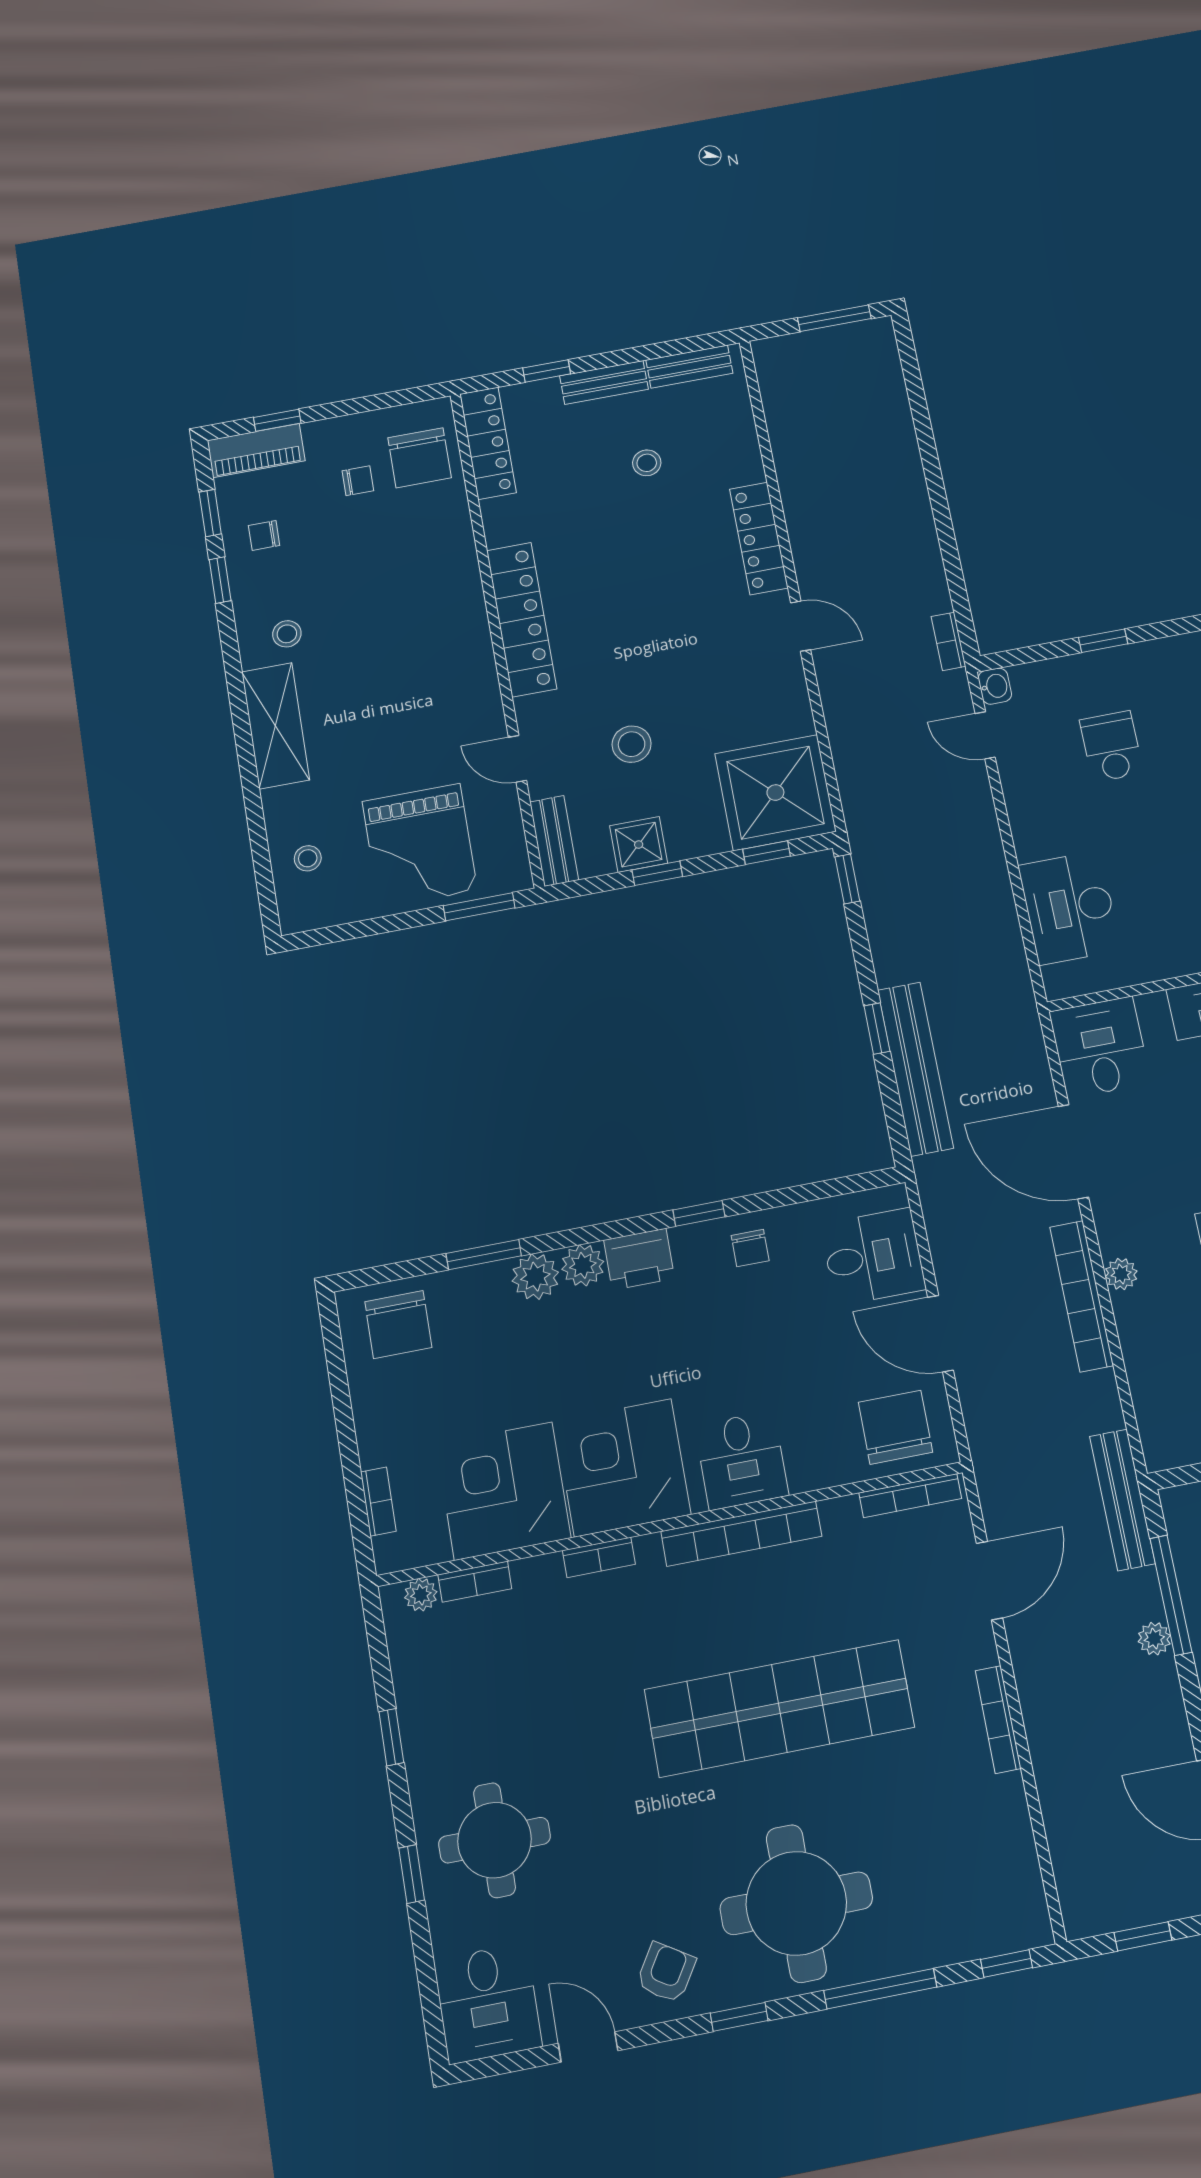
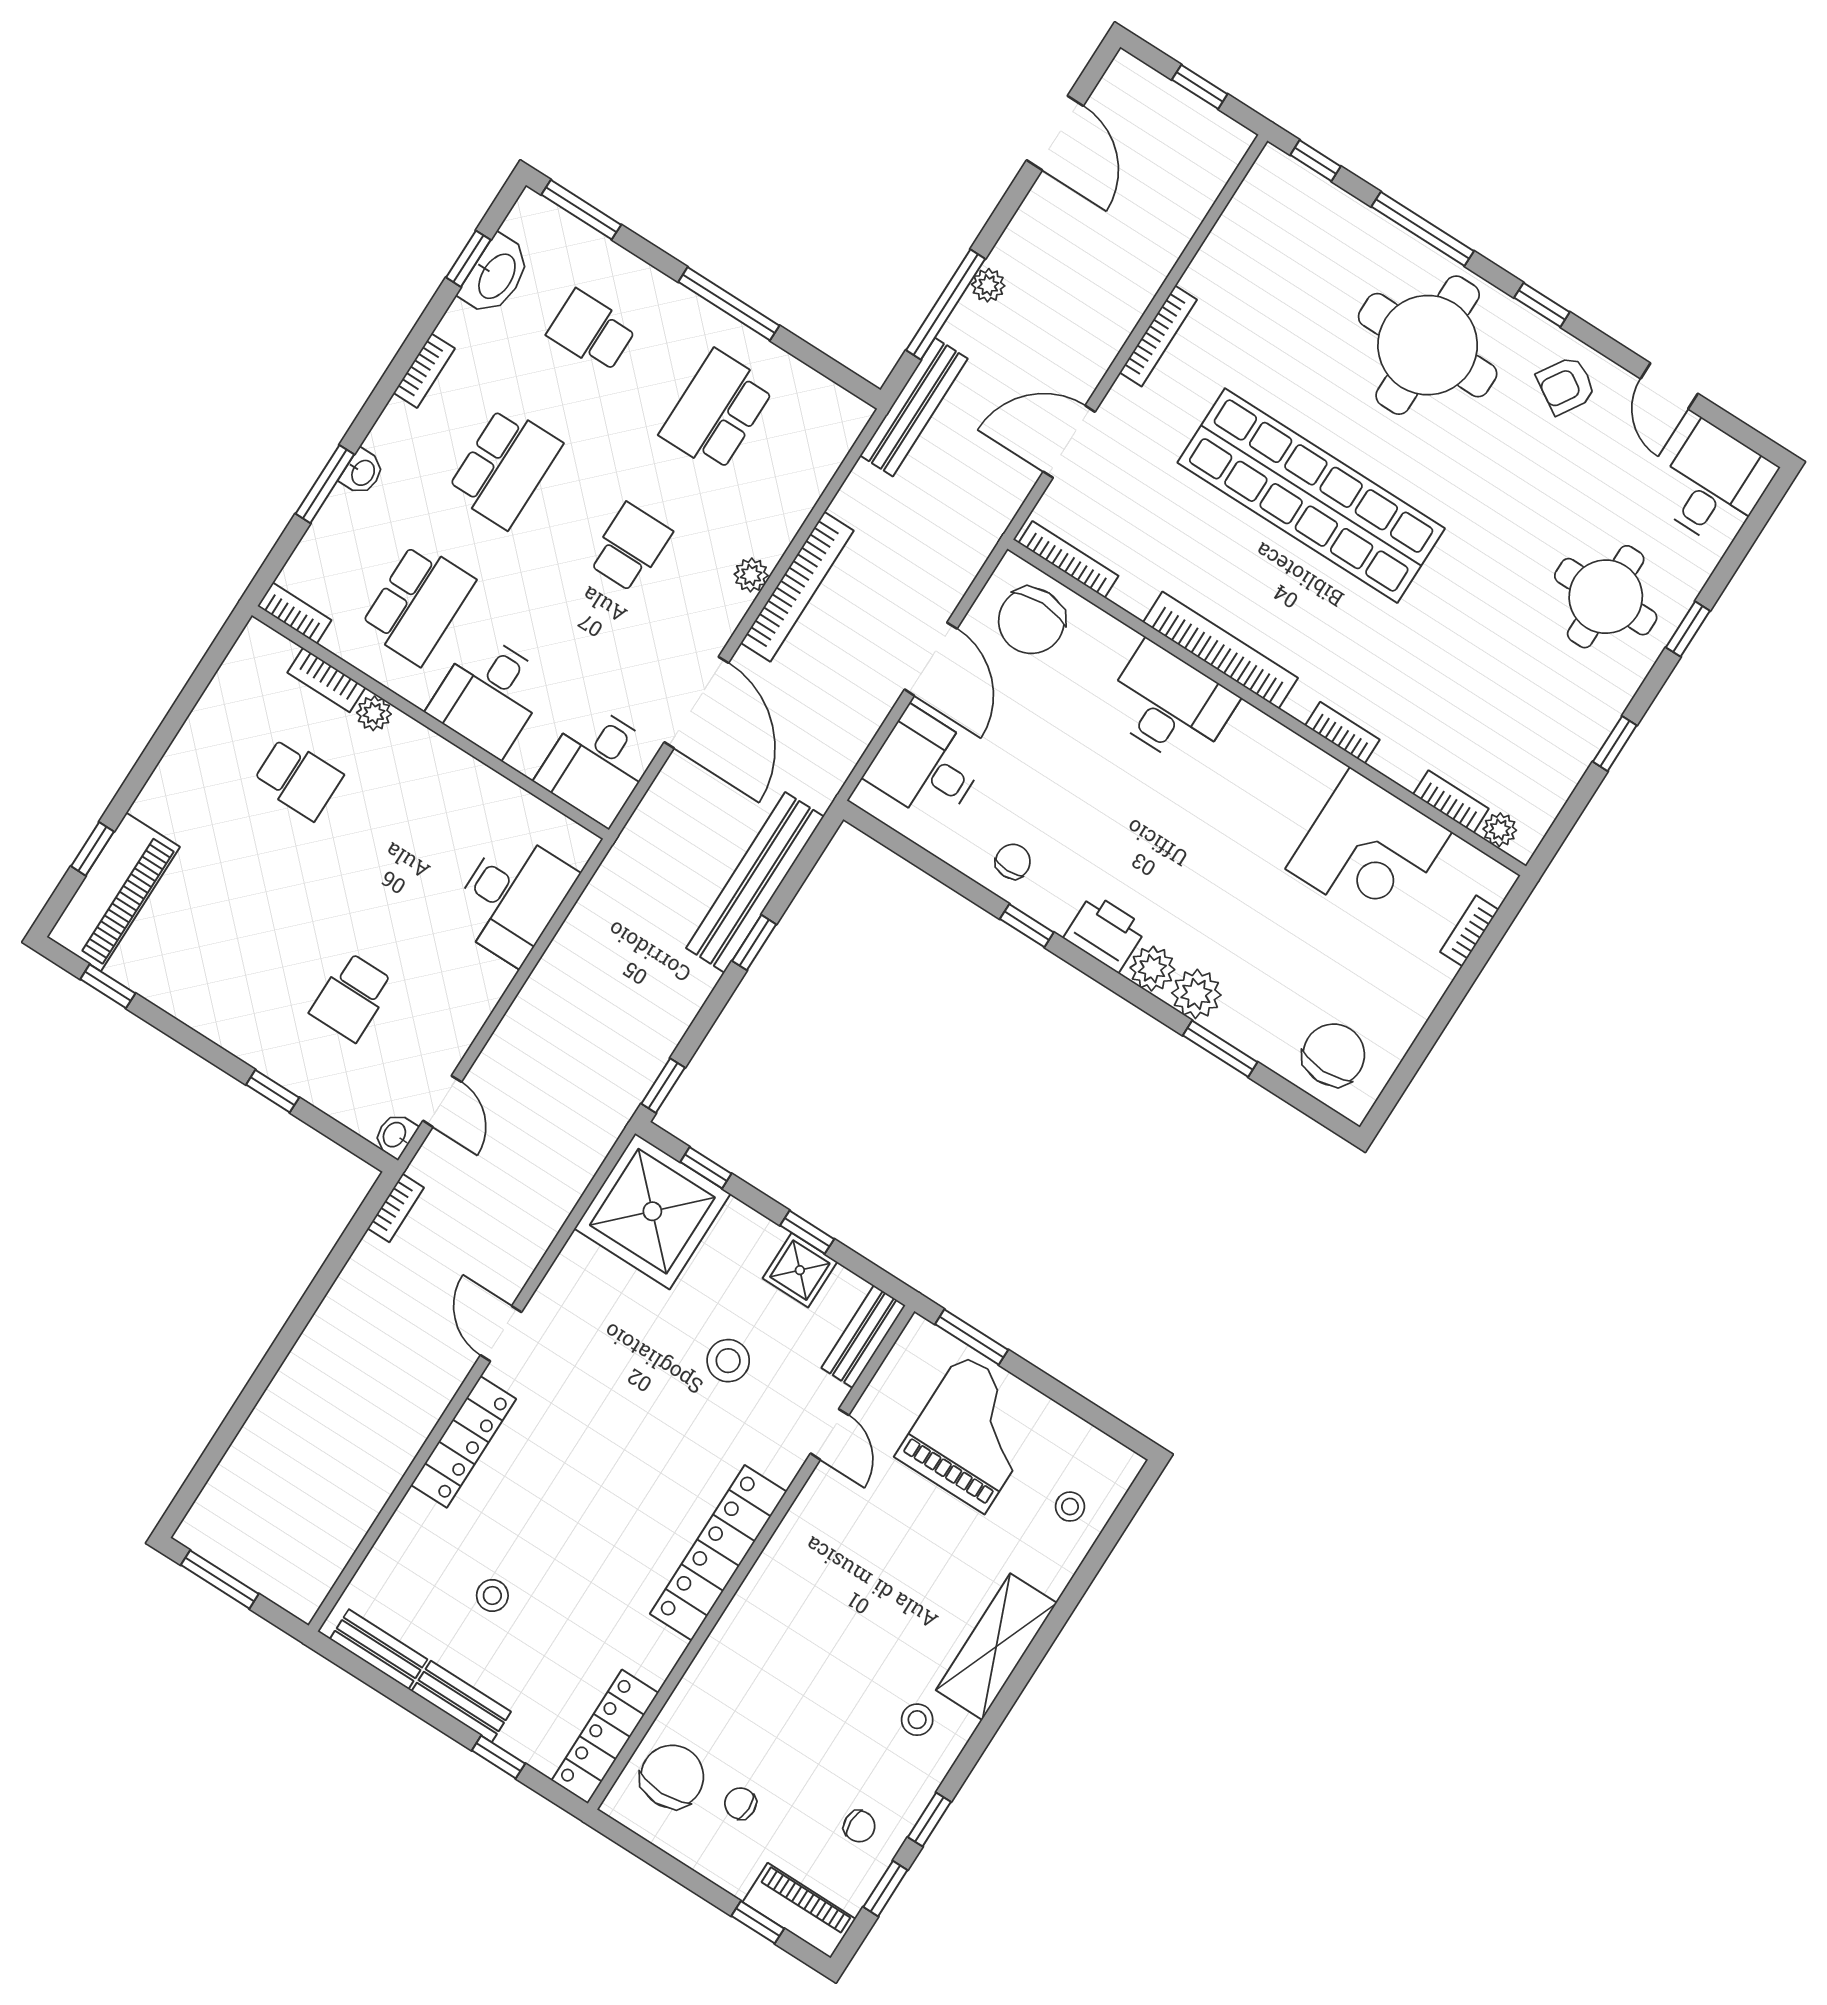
desk: (742, 1460) -> (1170, 705), width x1.37
corner desk: (623, 1468) -> (1263, 783), removed

